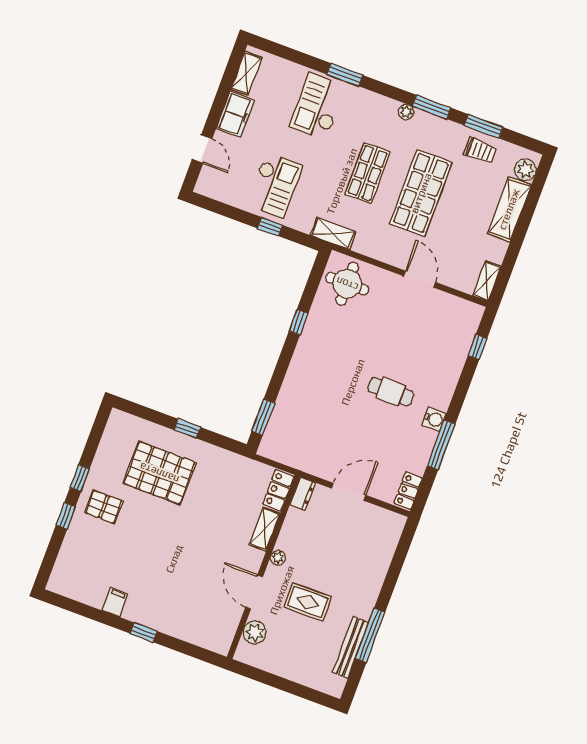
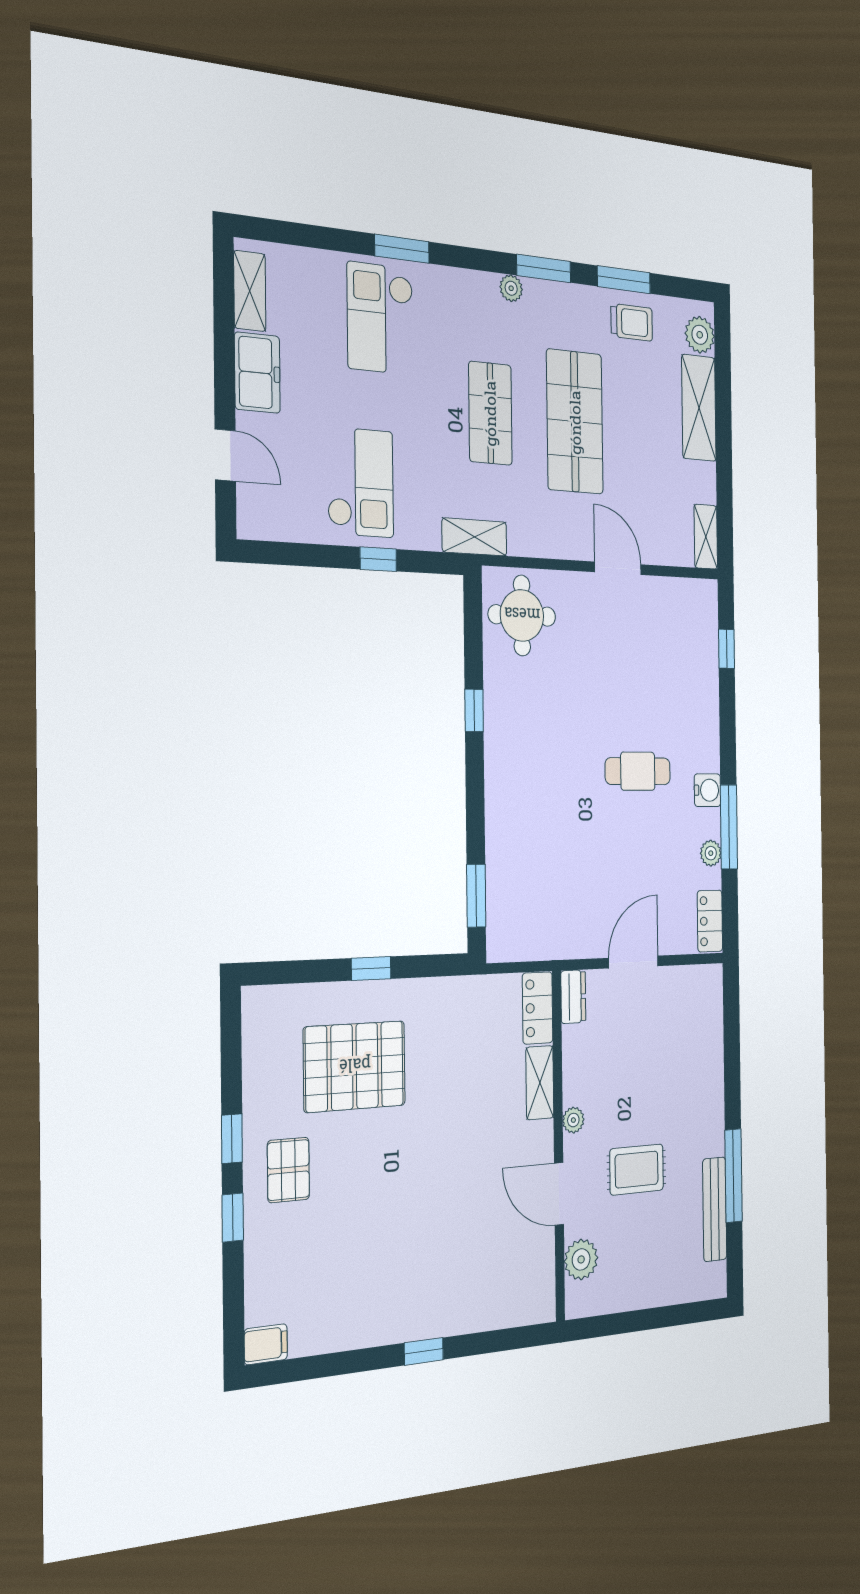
plant: (423, 454) -> (711, 853), added
pallet: (104, 507) -> (288, 1170), turned 90
filing cabinet: (115, 602) -> (266, 1344), moved, turned 90

